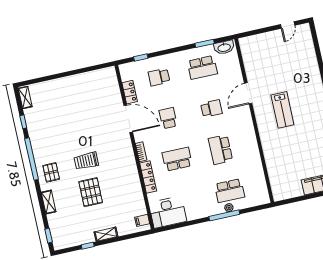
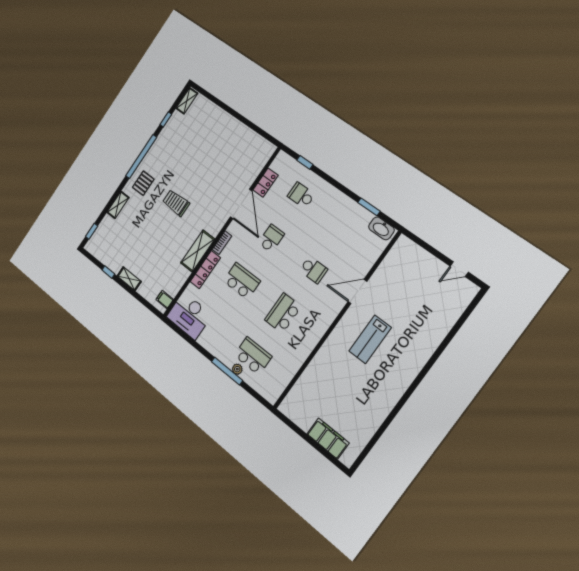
school desk: (202, 67) -> (344, 226), removed
shelving: (131, 172) -> (198, 251), added
school desk: (230, 191) -> (253, 356), turned 180
pallet: (91, 192) -> (153, 232), removed

